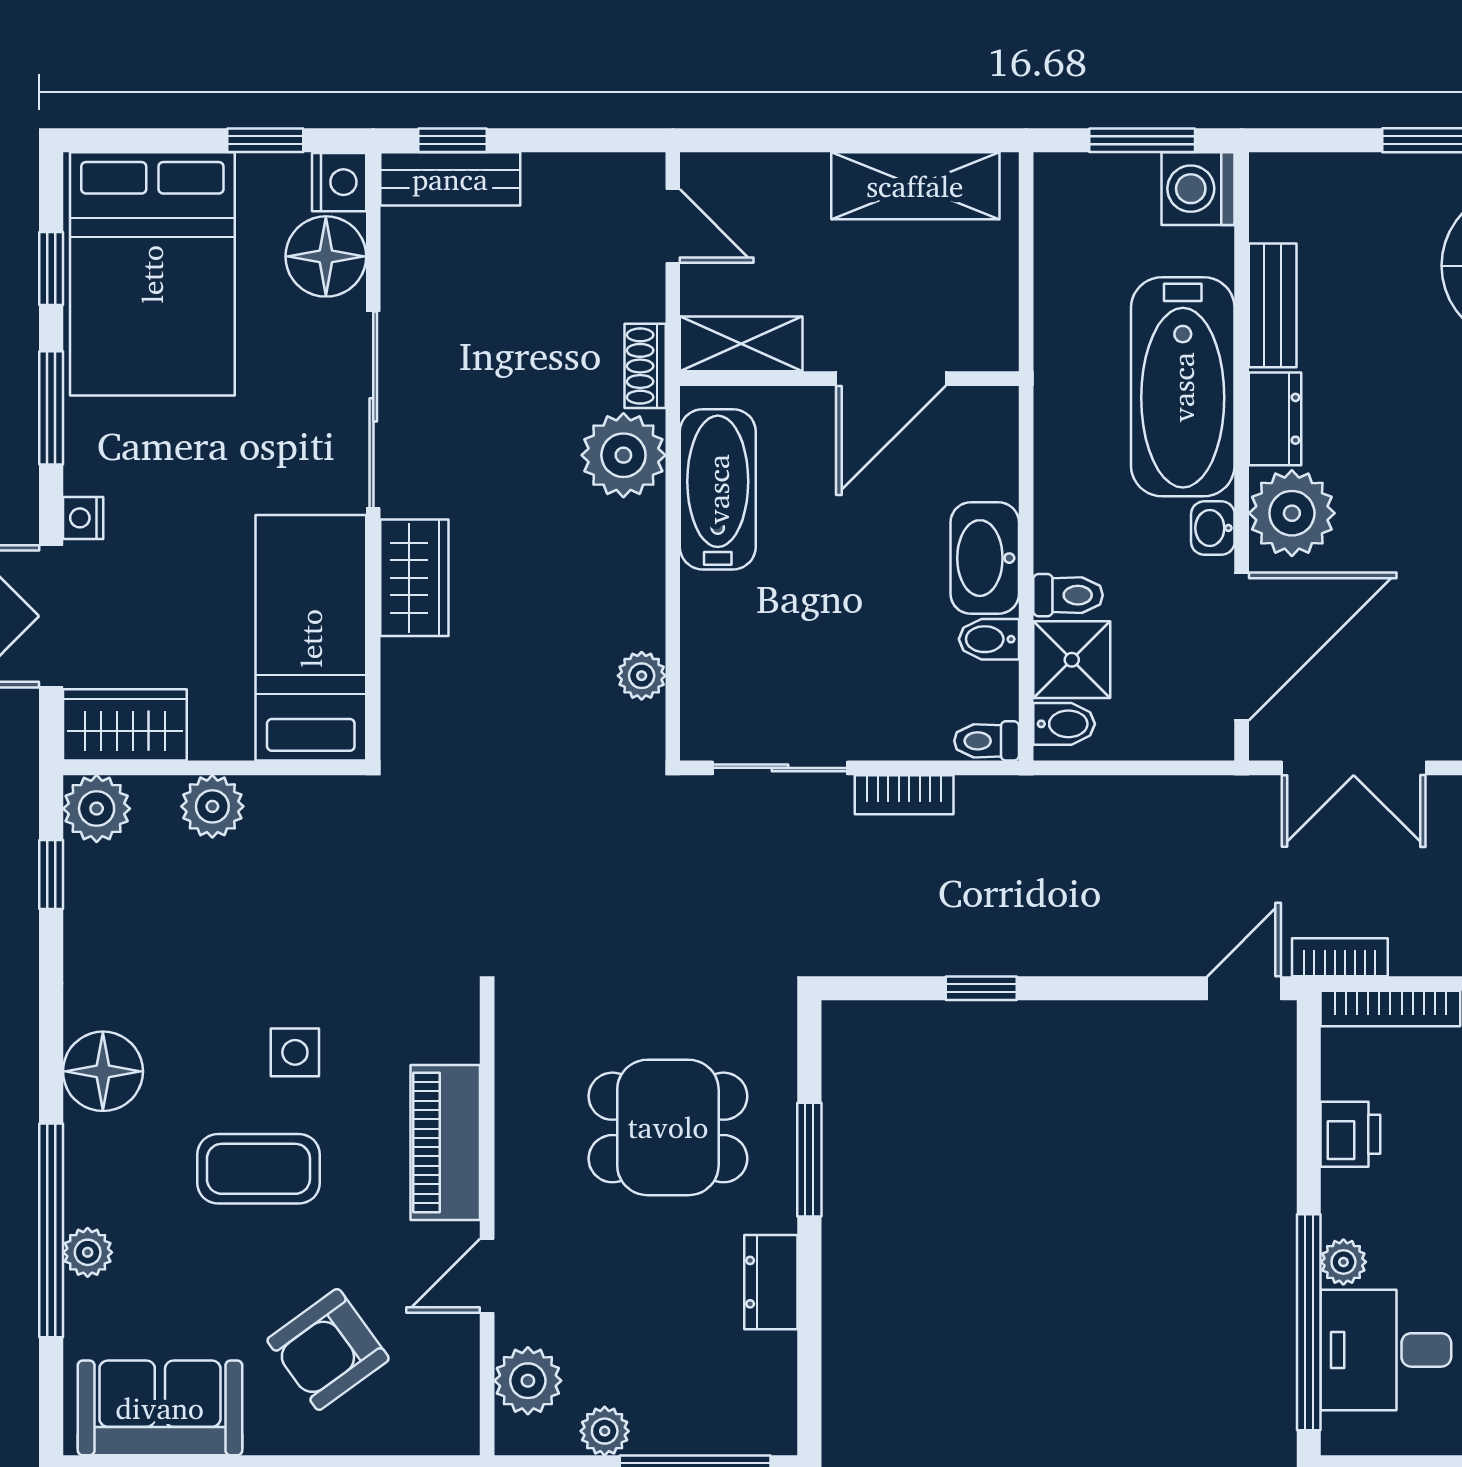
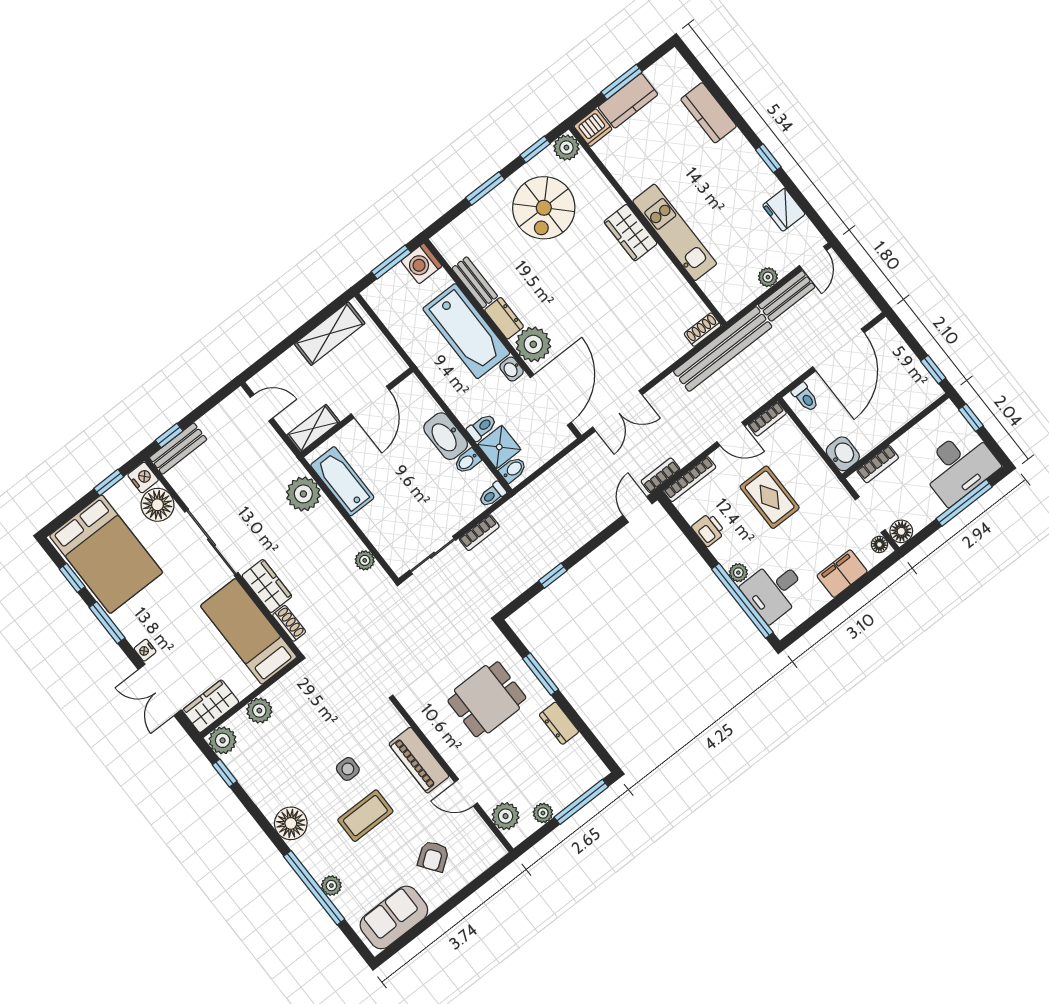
shoe rack: (645, 366) -> (289, 623), moved, turned 180
door: (487, 1276) -> (466, 793), hinge flipped
armchair: (328, 1349) -> (433, 856), width x0.72, depth x0.72

